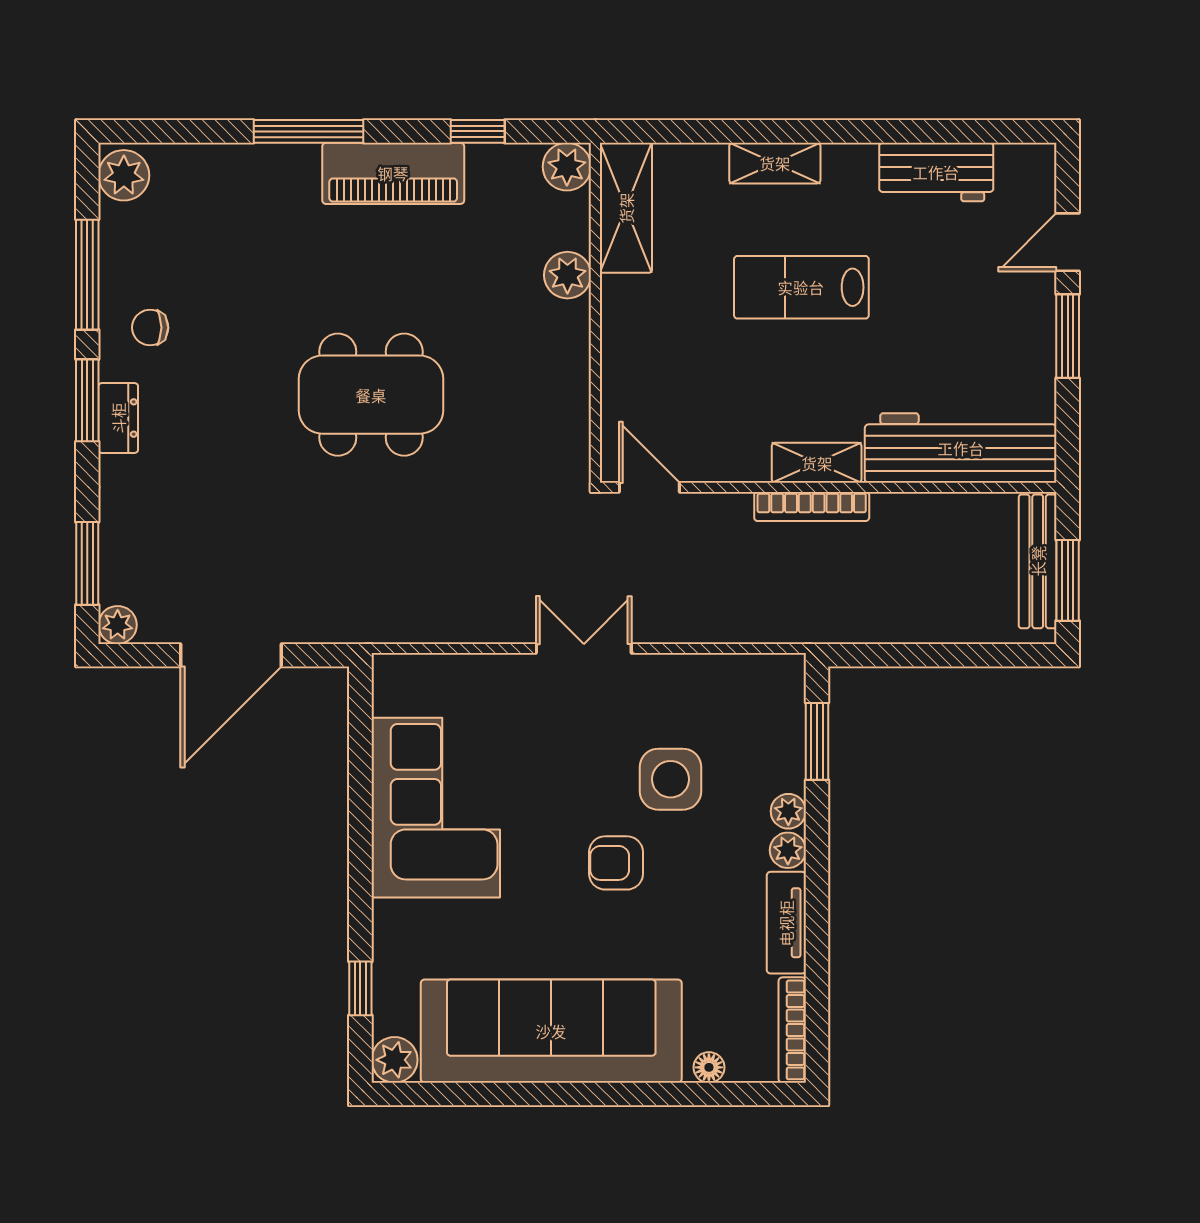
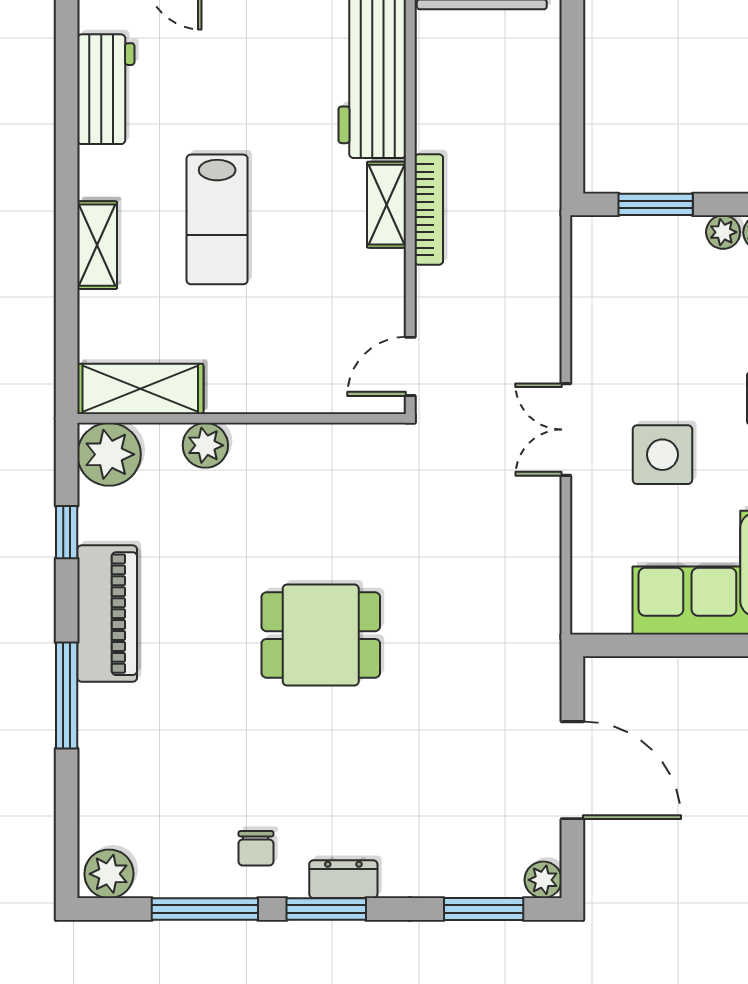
plant: (567, 167) -> (109, 454), width x1.36, depth x1.36
dining table: (371, 395) -> (321, 635), width x0.73
side table: (670, 779) -> (662, 455), moved

